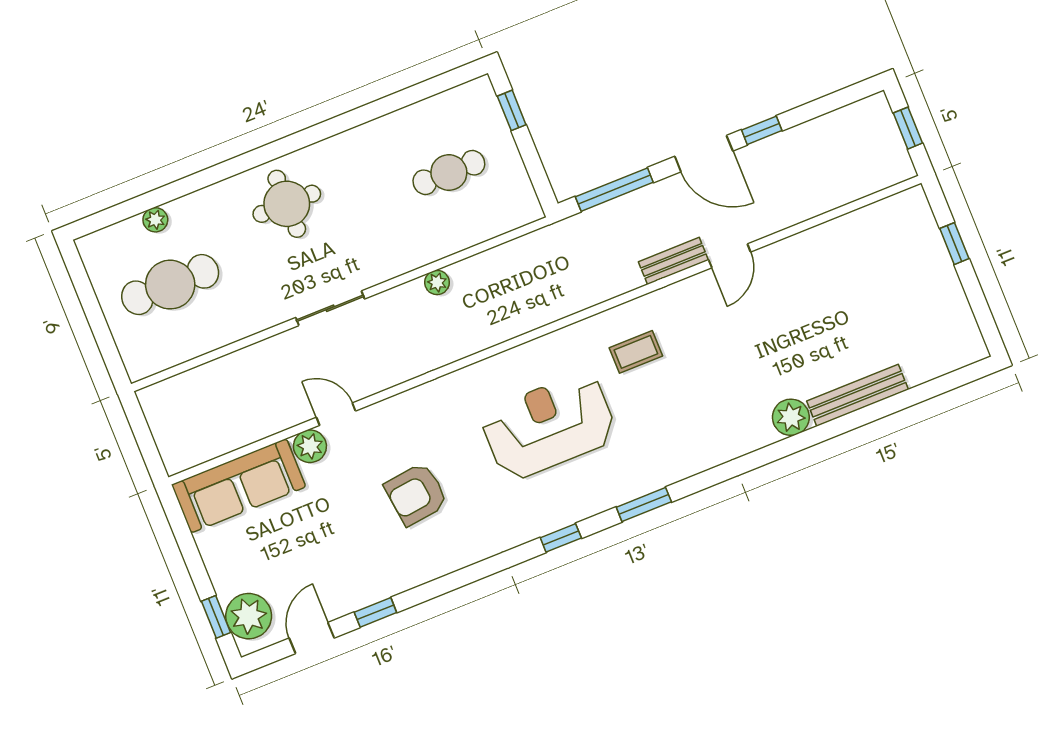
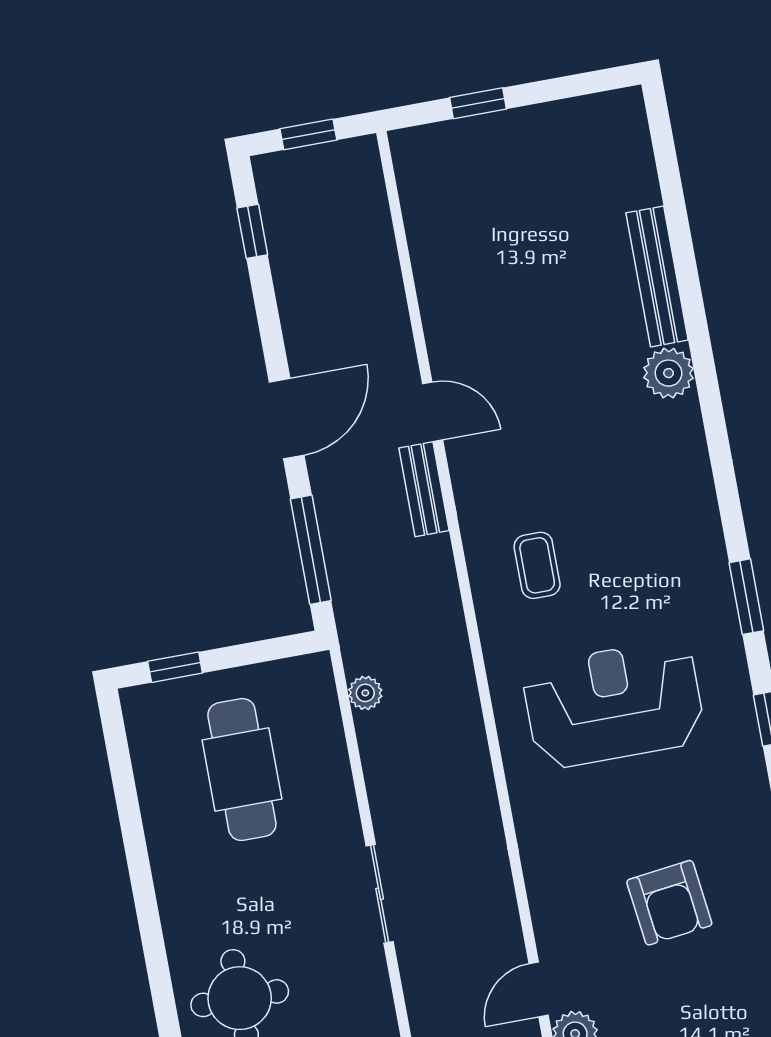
window: (762, 130) -> (252, 231), moved
cafe table: (449, 172) -> (242, 770), width x1.37, depth x1.35
plant: (437, 282) -> (365, 693), moved
sliding door: (330, 308) -> (380, 894), moved
reception desk: (549, 426) -> (614, 704), turned 90

